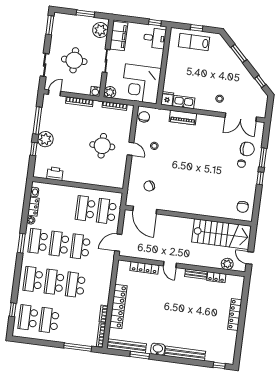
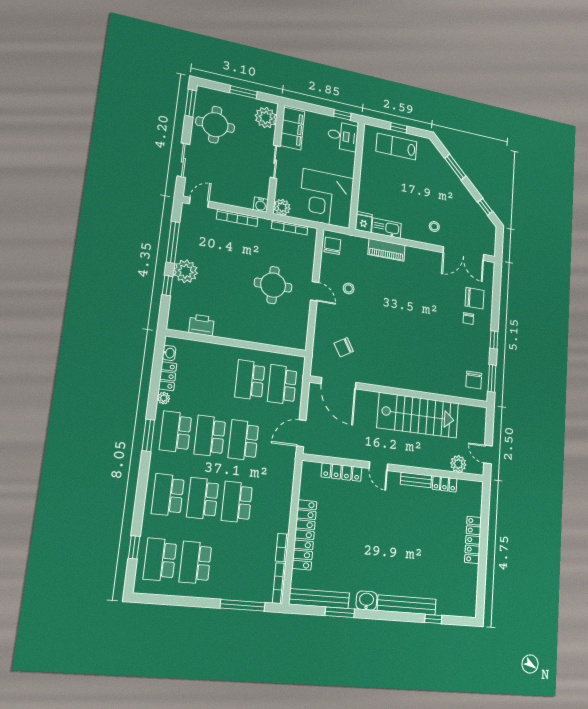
round table: (74, 60) -> (215, 125), moved
window: (263, 158) -> (492, 378), moved
stairs: (221, 234) -> (418, 415), moved
window: (219, 365) -> (433, 619), moved

